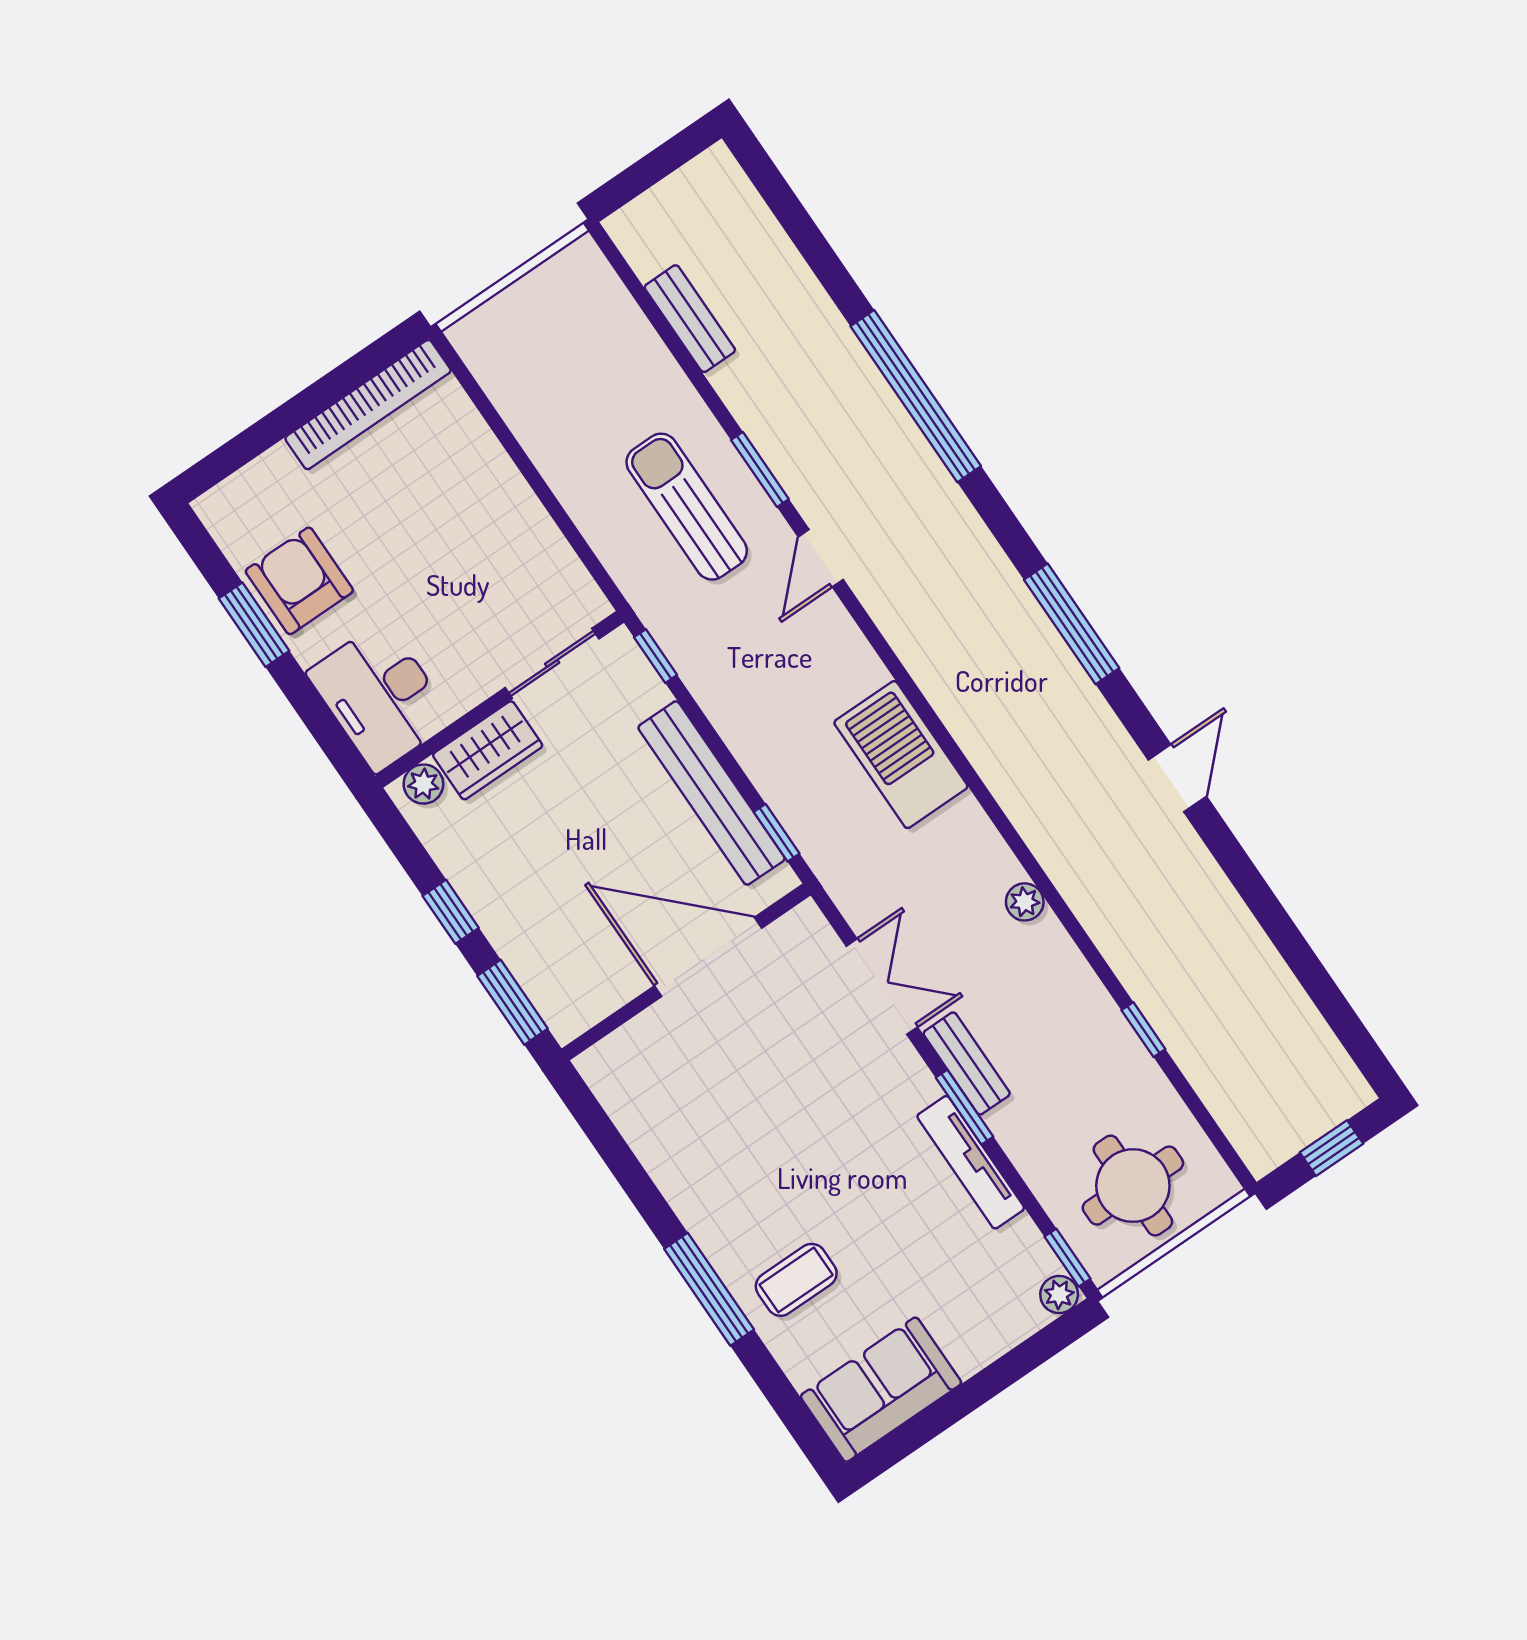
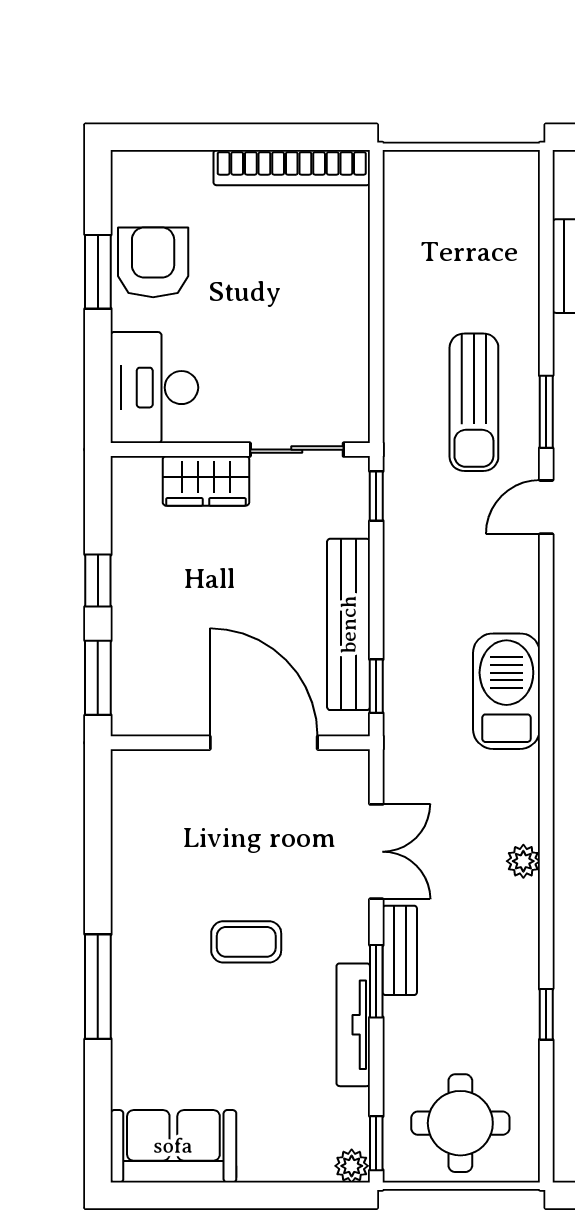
sun lounger: (687, 507) -> (474, 402), turned 180
plant: (423, 784) -> (142, 473), removed
coffee table: (796, 1280) -> (246, 942), moved

